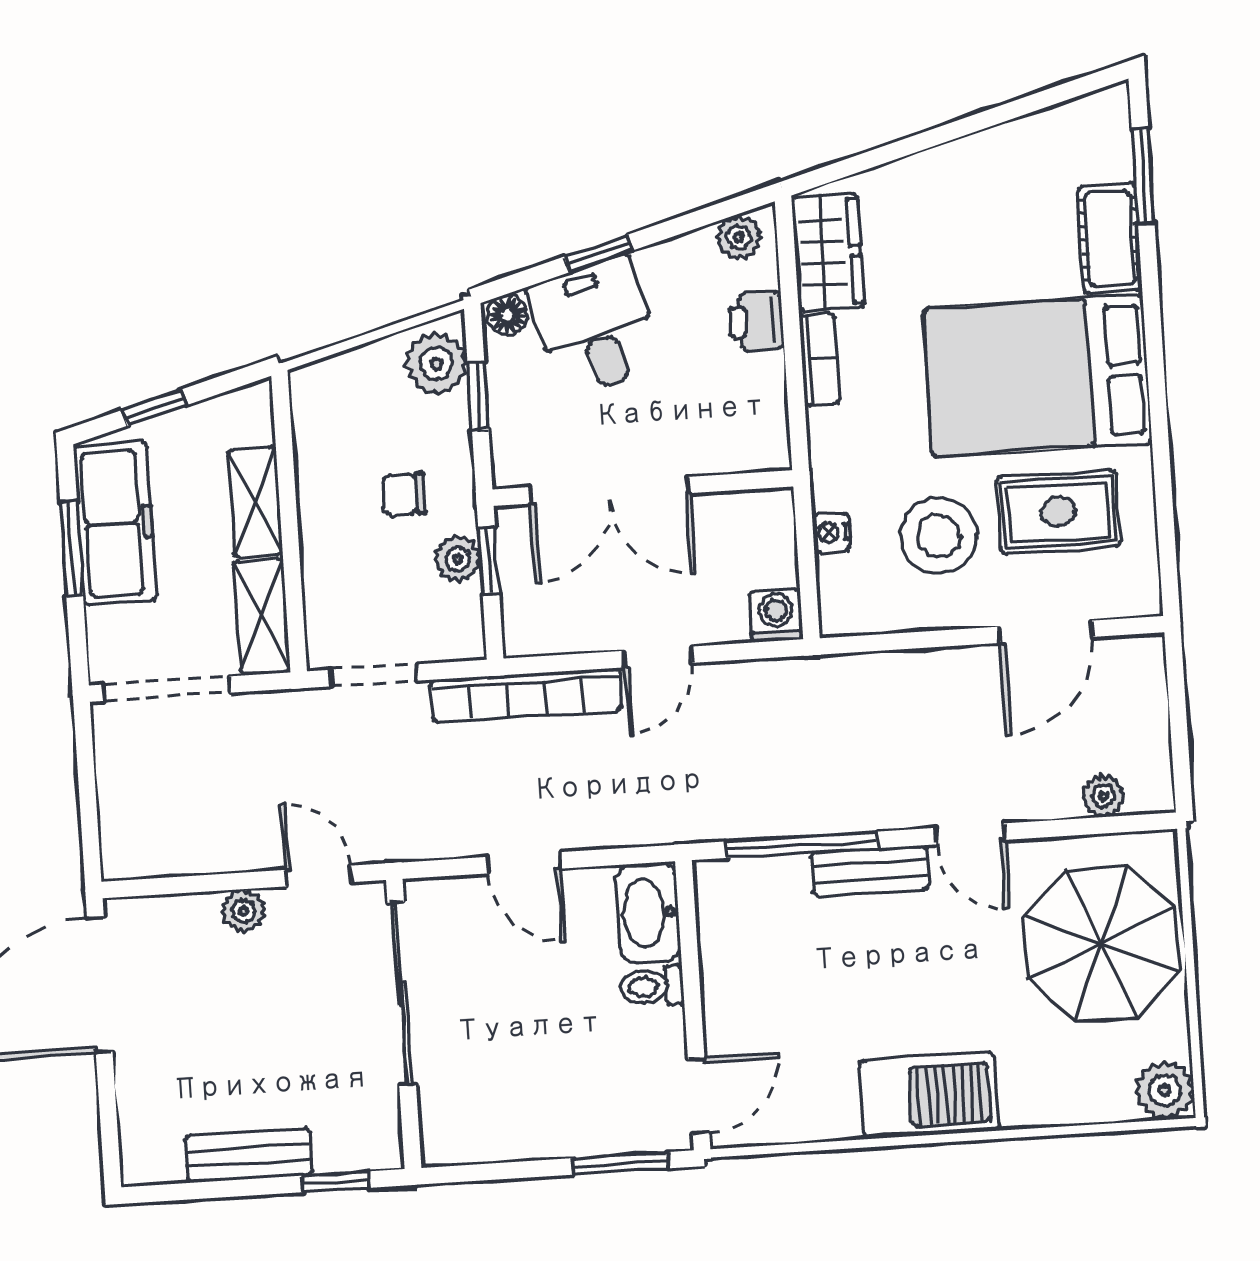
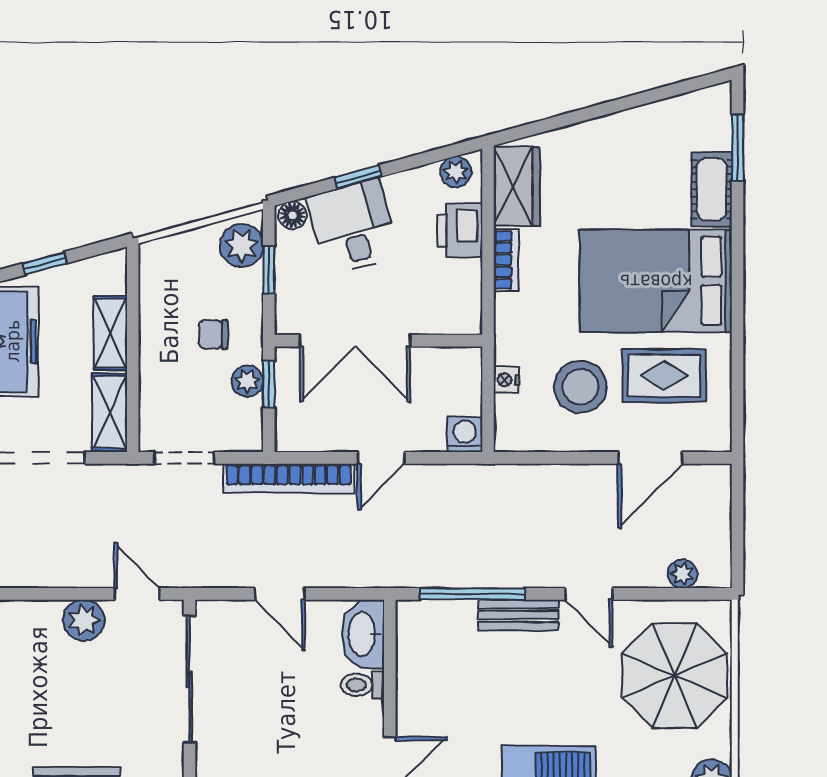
printer: (756, 321) -> (460, 231), width x1.36, depth x1.24
plant: (243, 911) -> (84, 620), width x1.38, depth x1.38

